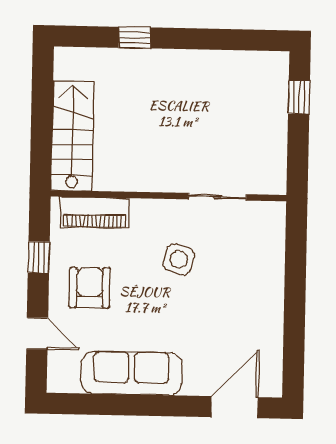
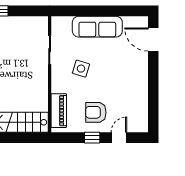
window: (39, 257) -> (92, 138), moved
sofa: (131, 373) -> (97, 27), moved, turned -90

